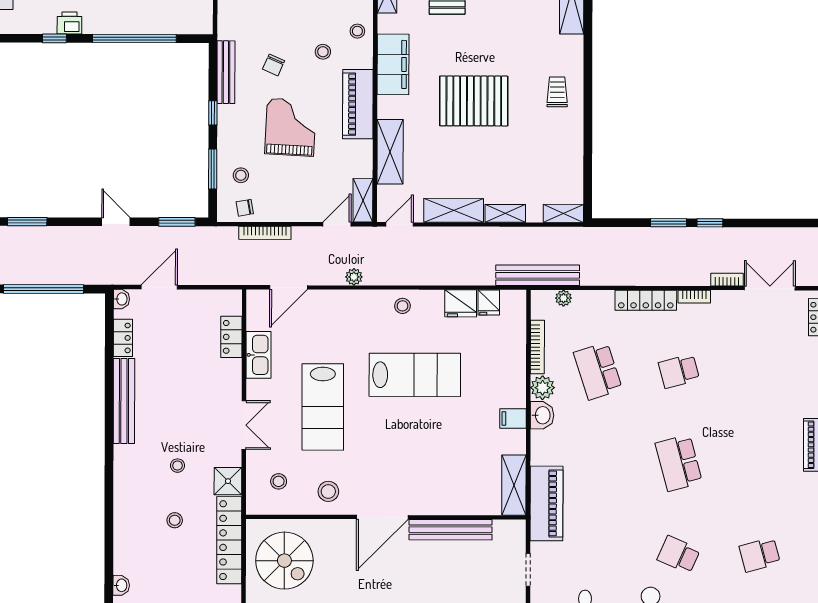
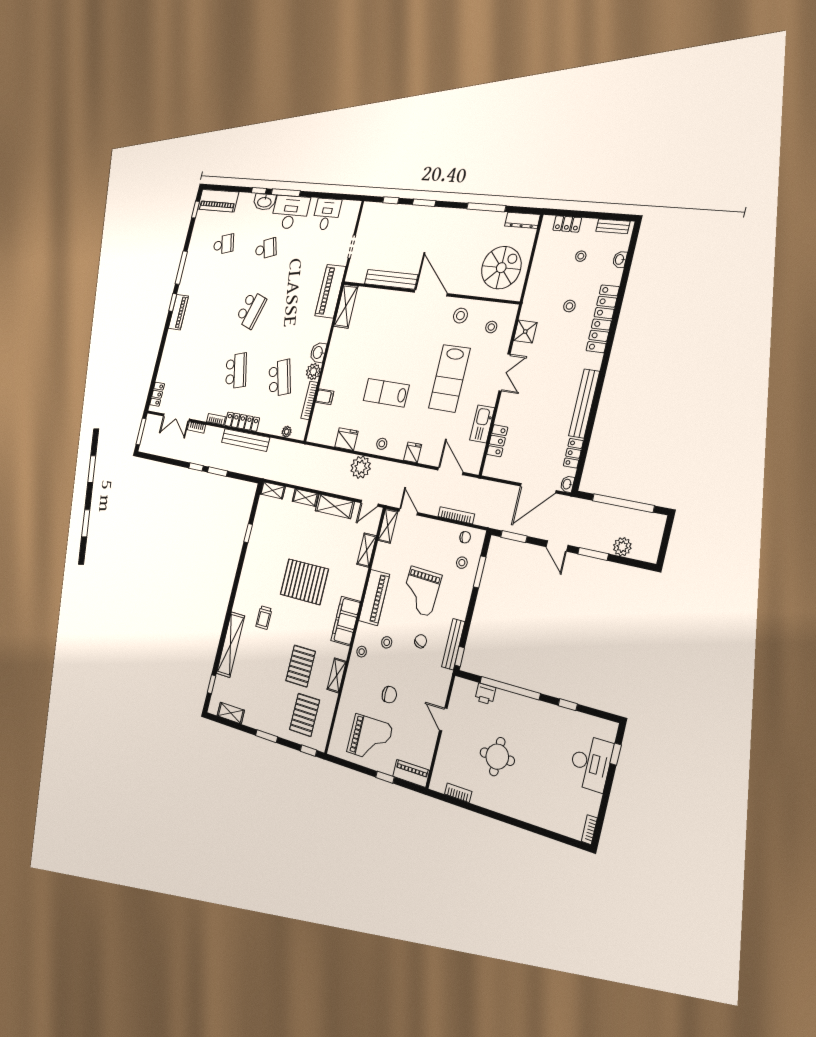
printer: (69, 23) -> (485, 694), moved
trolley: (557, 92) -> (264, 618), moved
window: (213, 113) -> (460, 656), moved
window: (588, 147) -> (248, 533), added
shelving: (390, 152) -> (367, 550), width x0.67, depth x0.75
window: (27, 222) -> (593, 554), moved
door: (337, 224) -> (408, 512), swing flipped
plant: (32, 237) -> (622, 547), added
bench: (538, 275) -> (246, 440), moved
plant: (354, 277) -> (361, 467), moved, width x1.88, depth x1.88
door: (159, 287) -> (538, 488), width x1.36
door: (288, 287) -> (450, 471), hinge flipped
fridge: (489, 302) -> (413, 452), moved
school desk: (679, 371) -> (236, 371), width x1.85
lab bench: (415, 375) -> (386, 393), width x0.73, depth x0.72
lab bench: (323, 407) -> (449, 378), turned 180
filing cabinet: (513, 419) -> (325, 397), moved
double door: (244, 425) -> (504, 372), swing flipped
school desk: (679, 463) -> (251, 310), turned 33
stool: (177, 466) -> (581, 256), moved
door: (382, 517) -> (431, 293), hinge flipped
locker: (229, 540) -> (603, 319), moved, turned 180
school desk: (679, 555) -> (266, 249), turned -42
spiral stairs: (284, 561) -> (501, 268), turned 90

